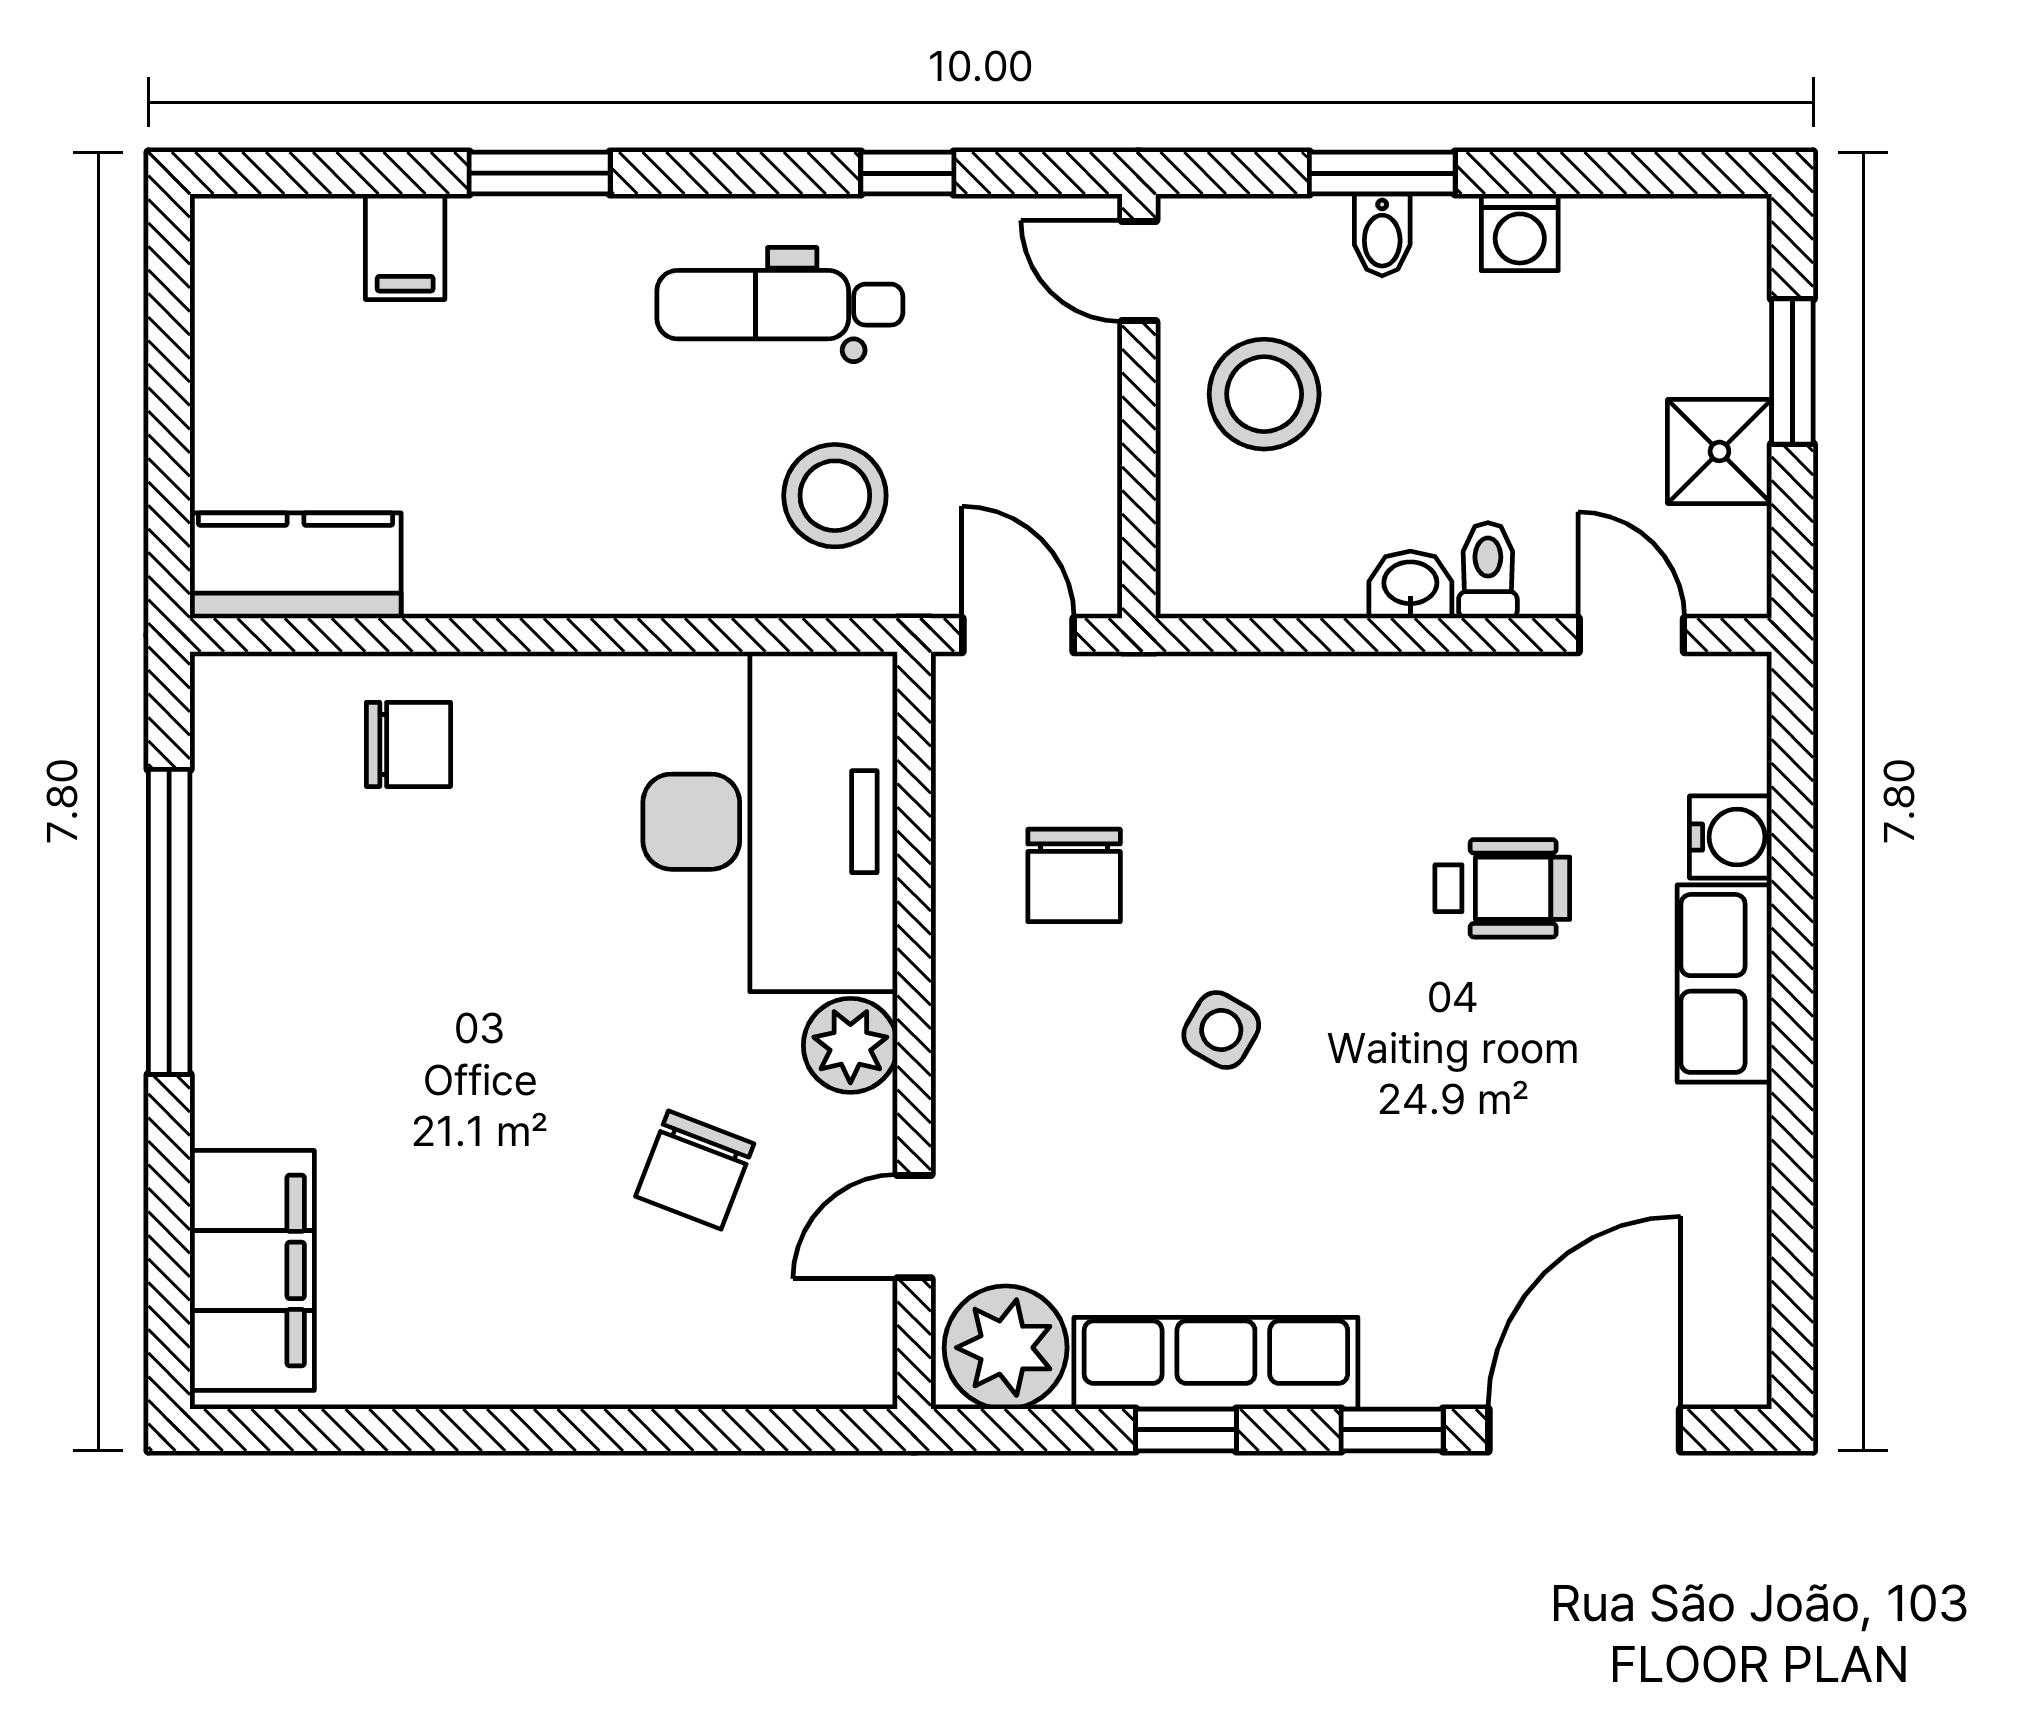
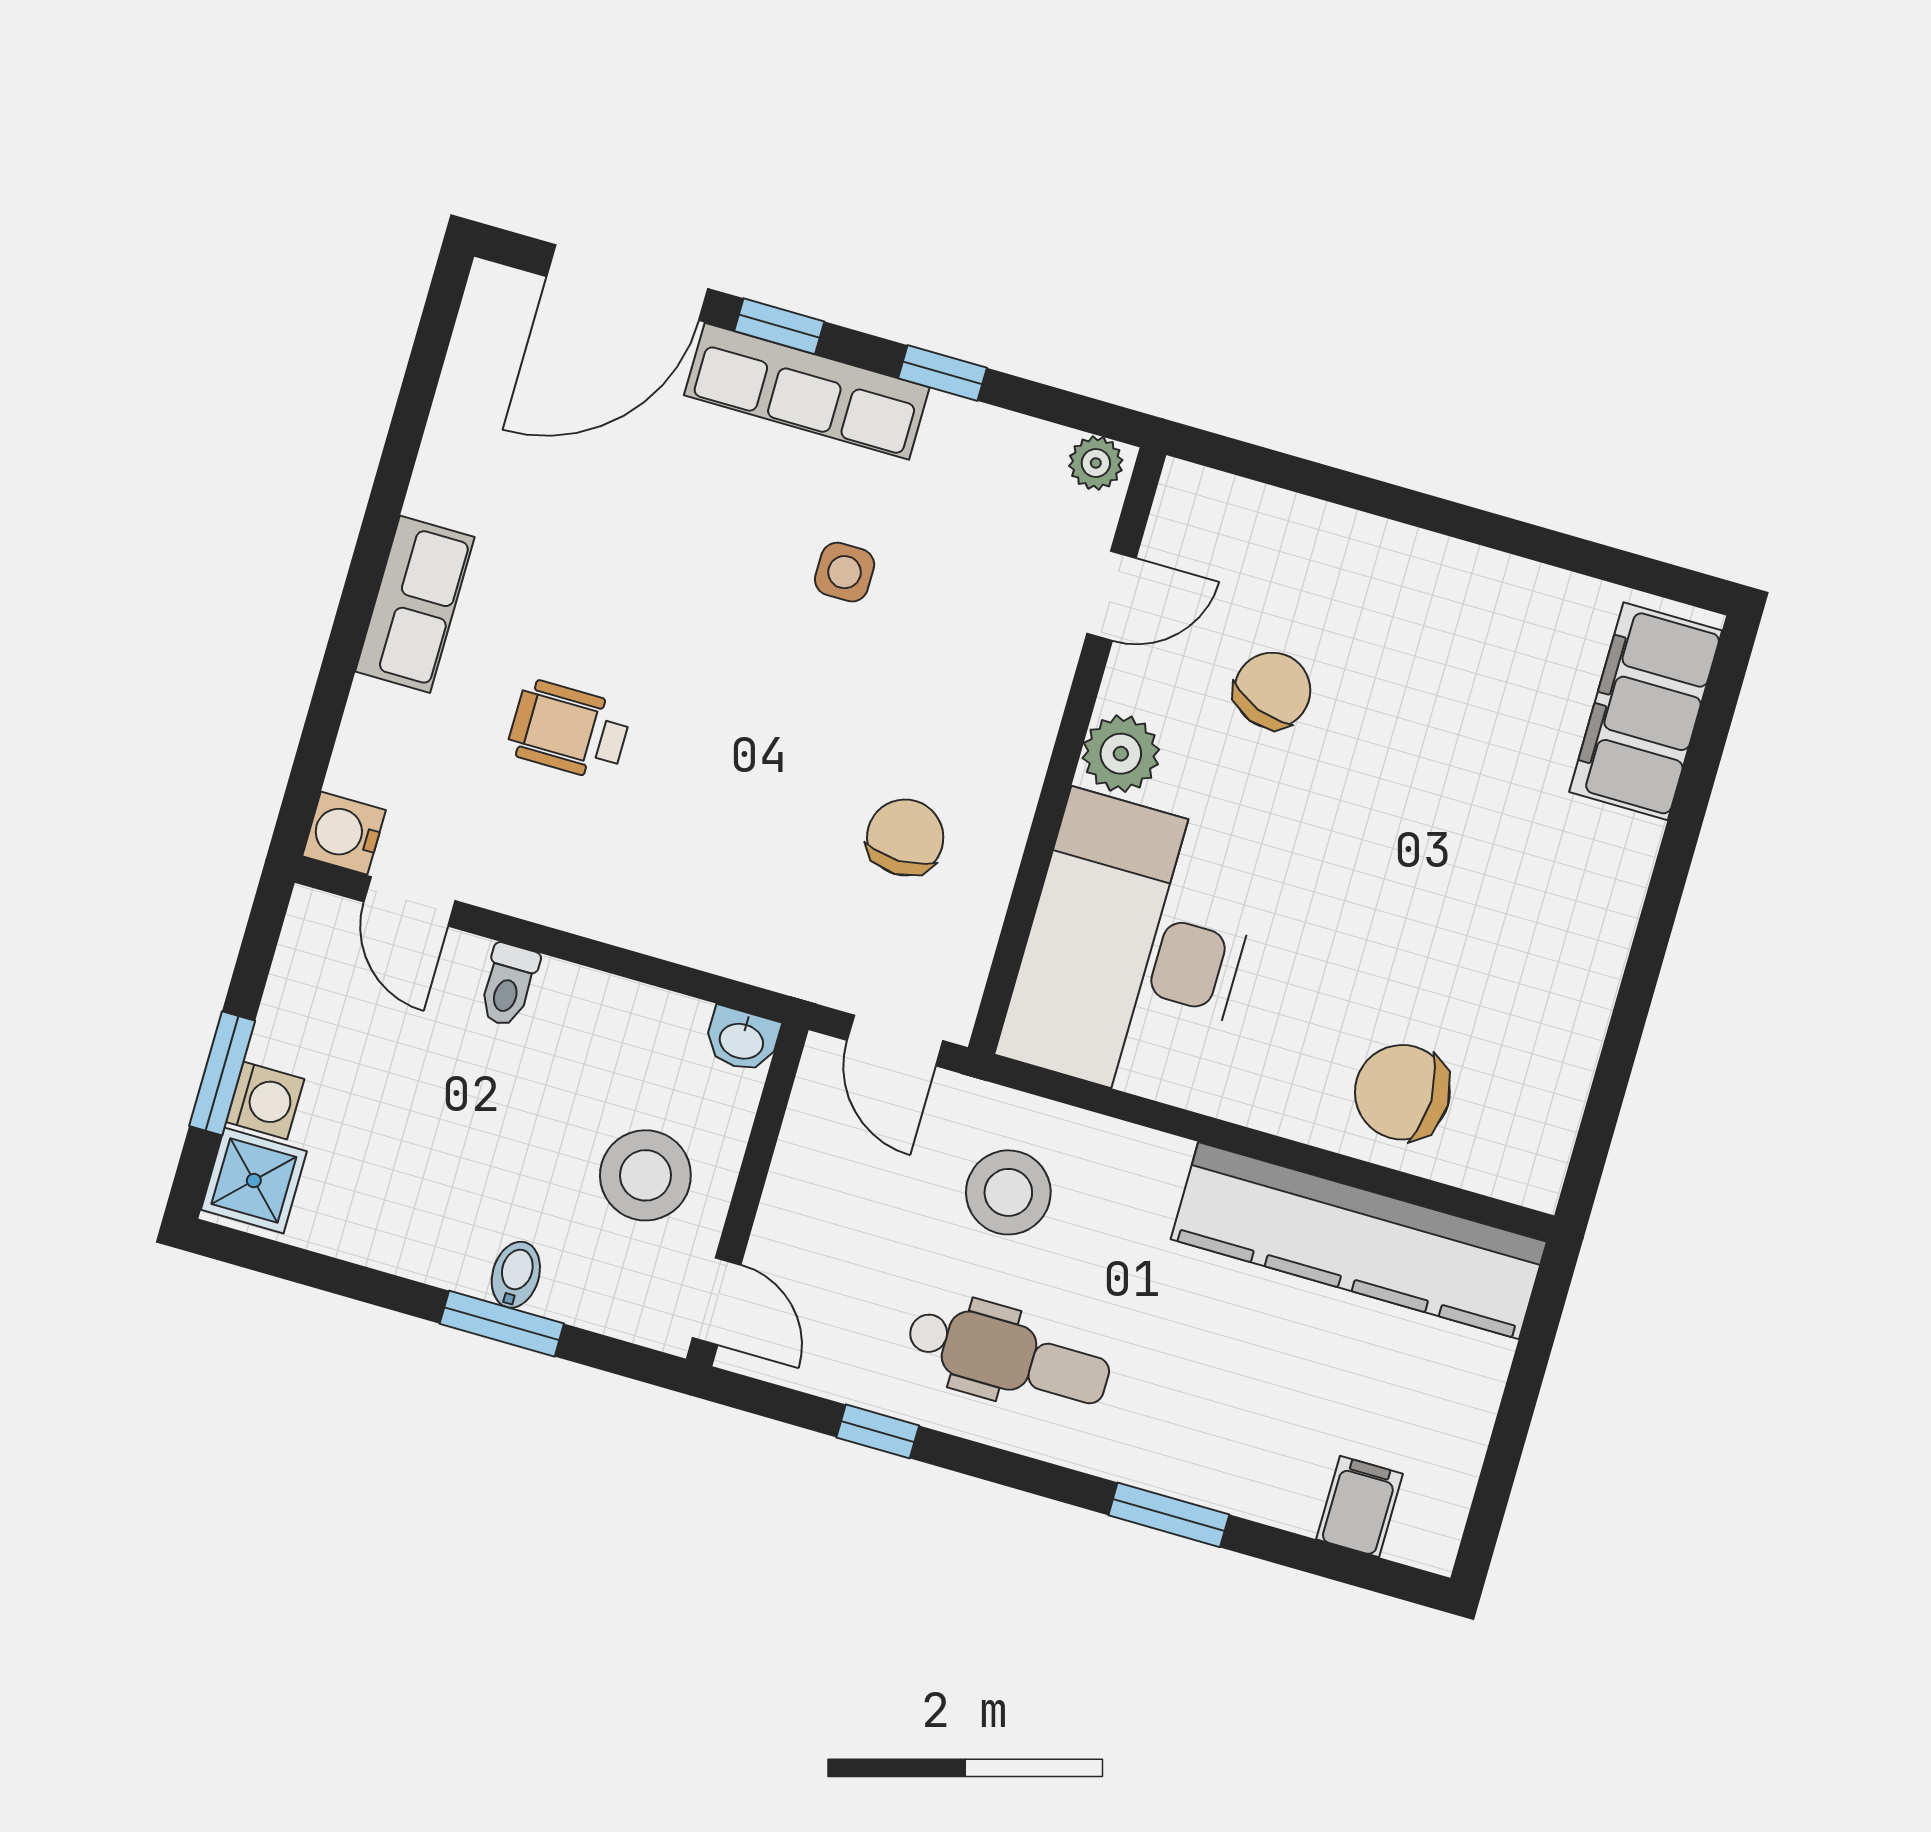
washing machine: (1520, 232) -> (265, 1100), moved, turned 90
filing cabinet: (405, 247) -> (1360, 1506), moved
shower: (1719, 451) -> (254, 1180), moved
kitchen counter: (296, 566) -> (1359, 1241), width x2.08, depth x1.17
washbasin: (1410, 585) -> (742, 1040), moved
chair: (408, 744) -> (1402, 1092), width x1.37, depth x1.37
water cooler: (1730, 837) -> (344, 833), moved
window: (169, 922) -> (1632, 1006), removed
side table: (1221, 1030) -> (845, 572), moved, turned -30
plant: (1006, 1348) -> (1096, 463), width x0.53, depth x0.53
row of seats: (1216, 1363) -> (807, 391), moved

